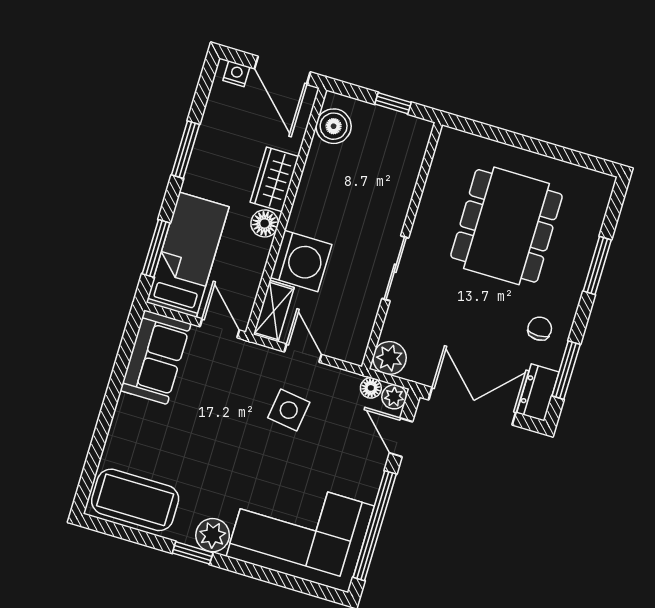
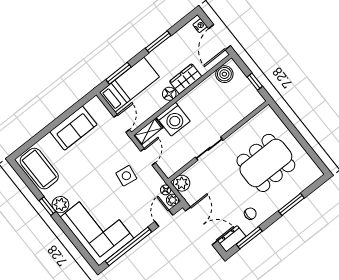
sofa: (155, 357) -> (73, 128), moved

